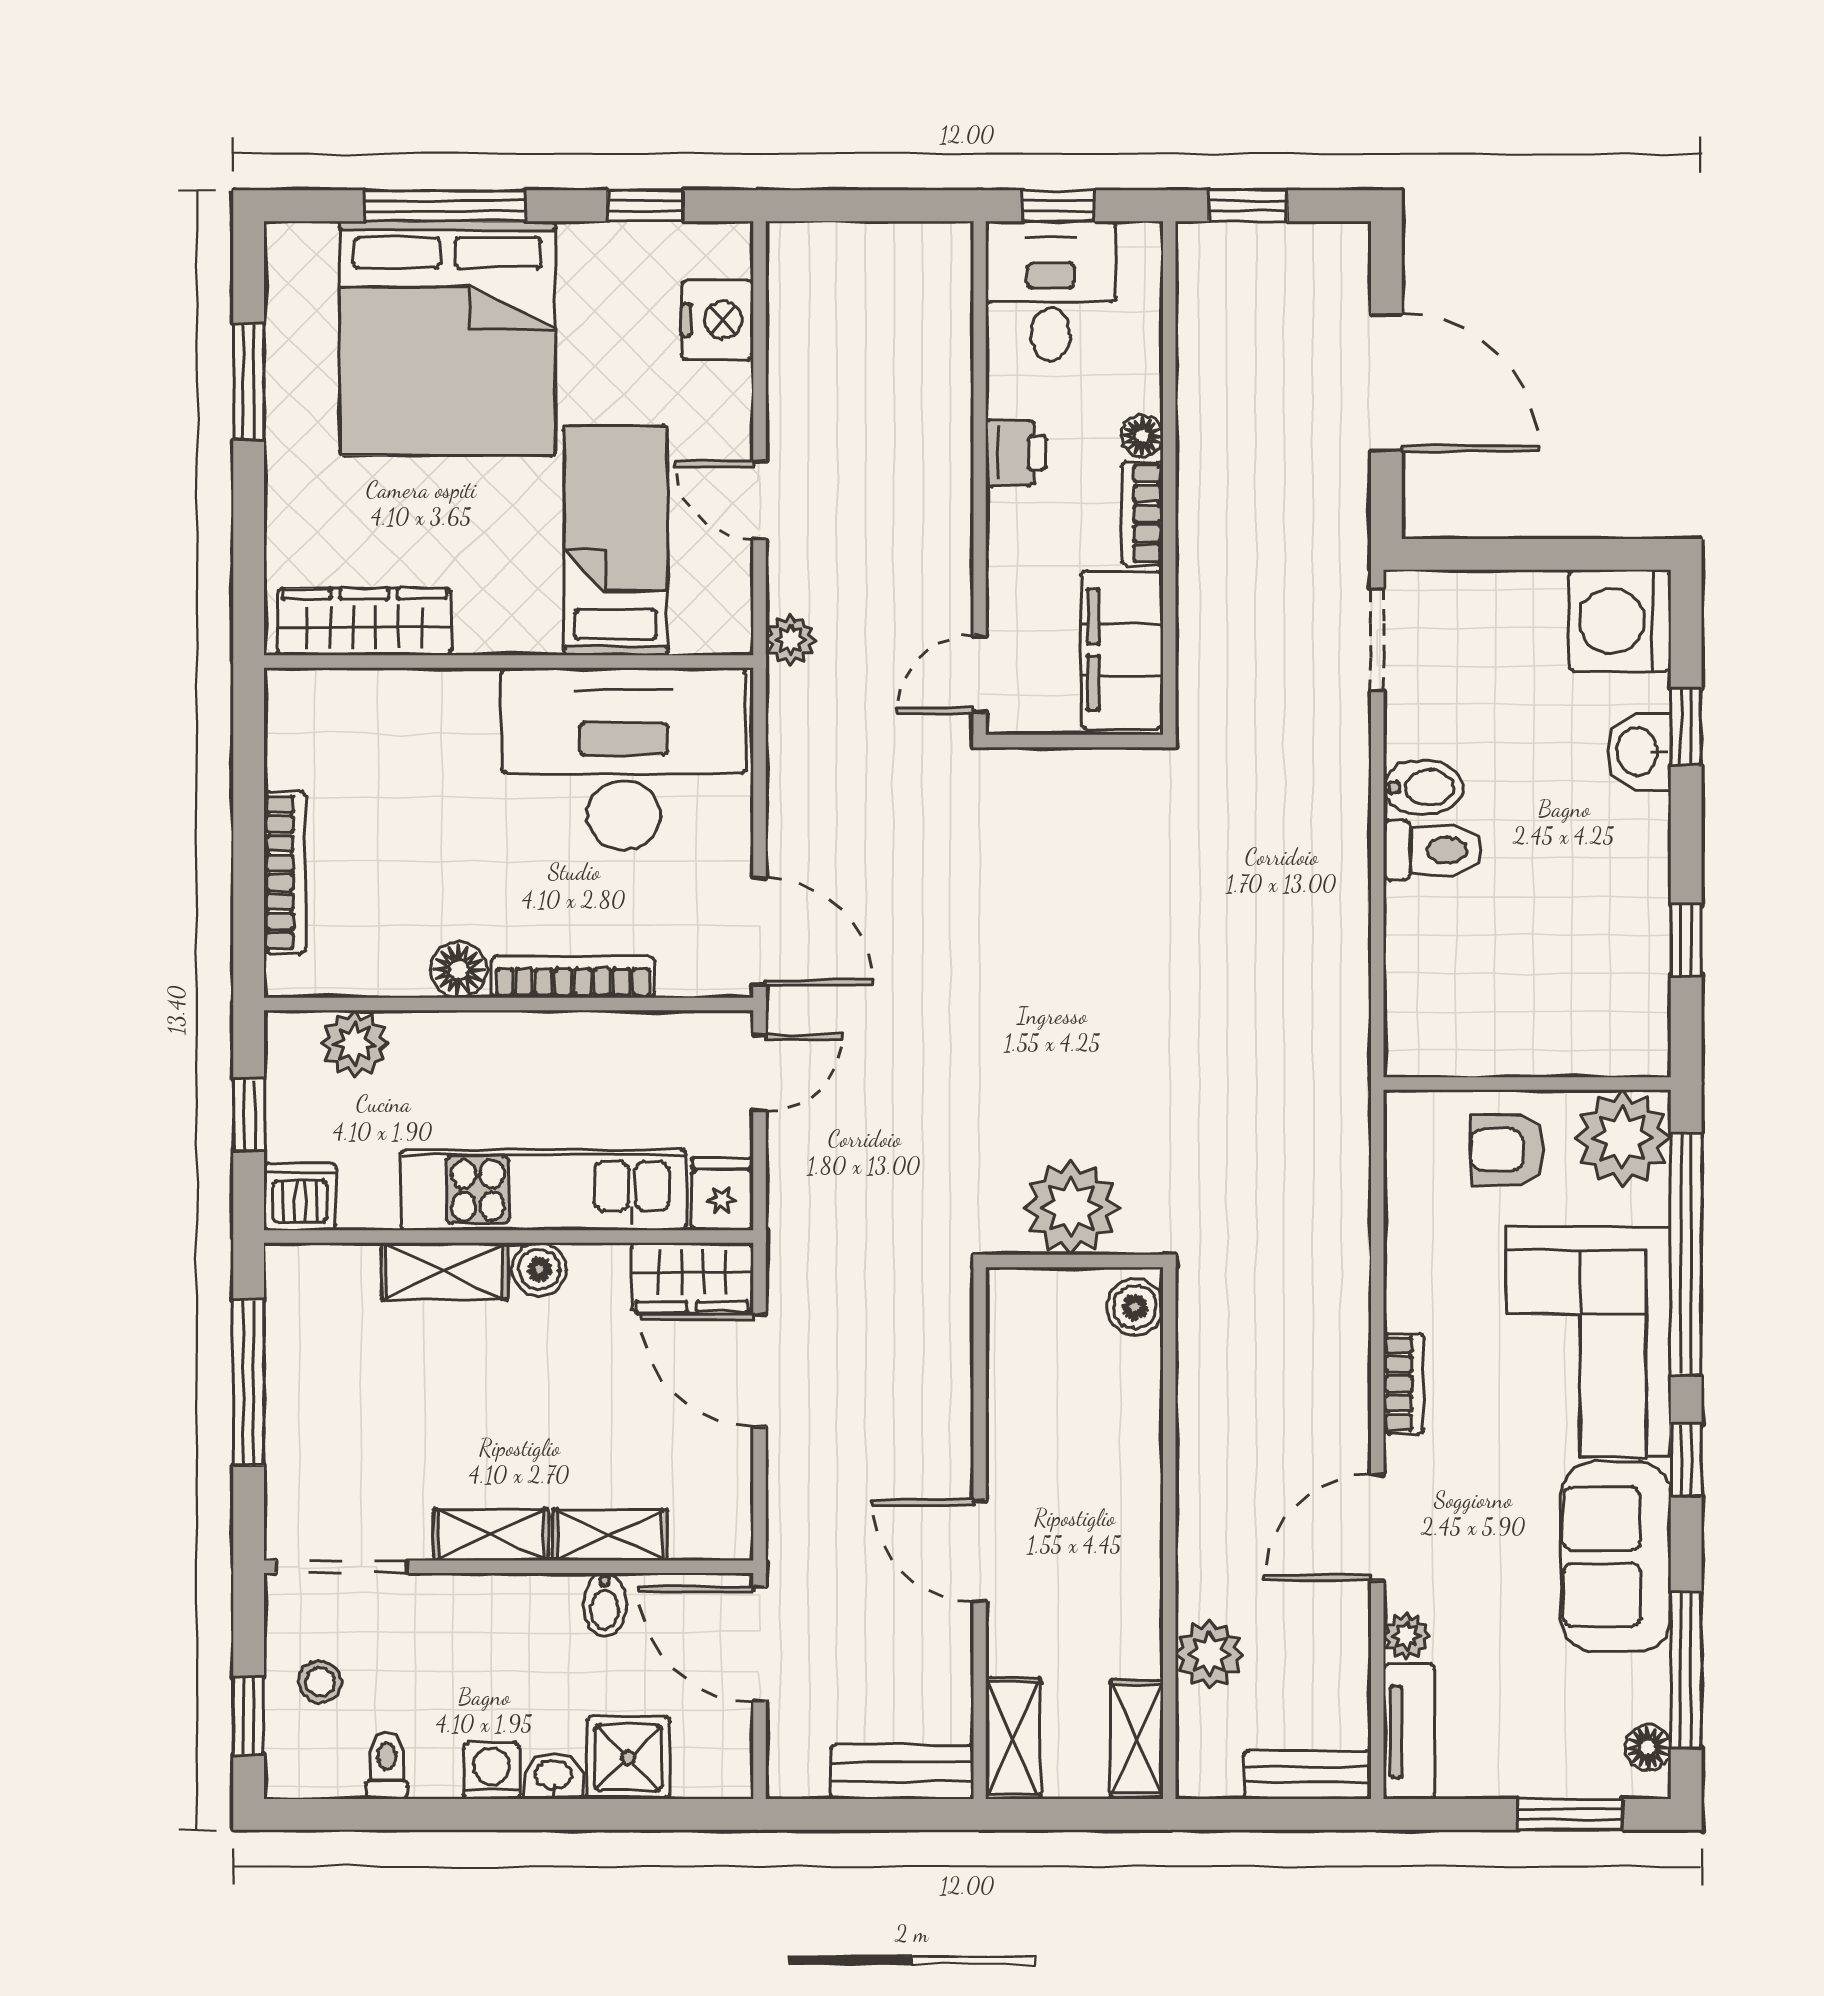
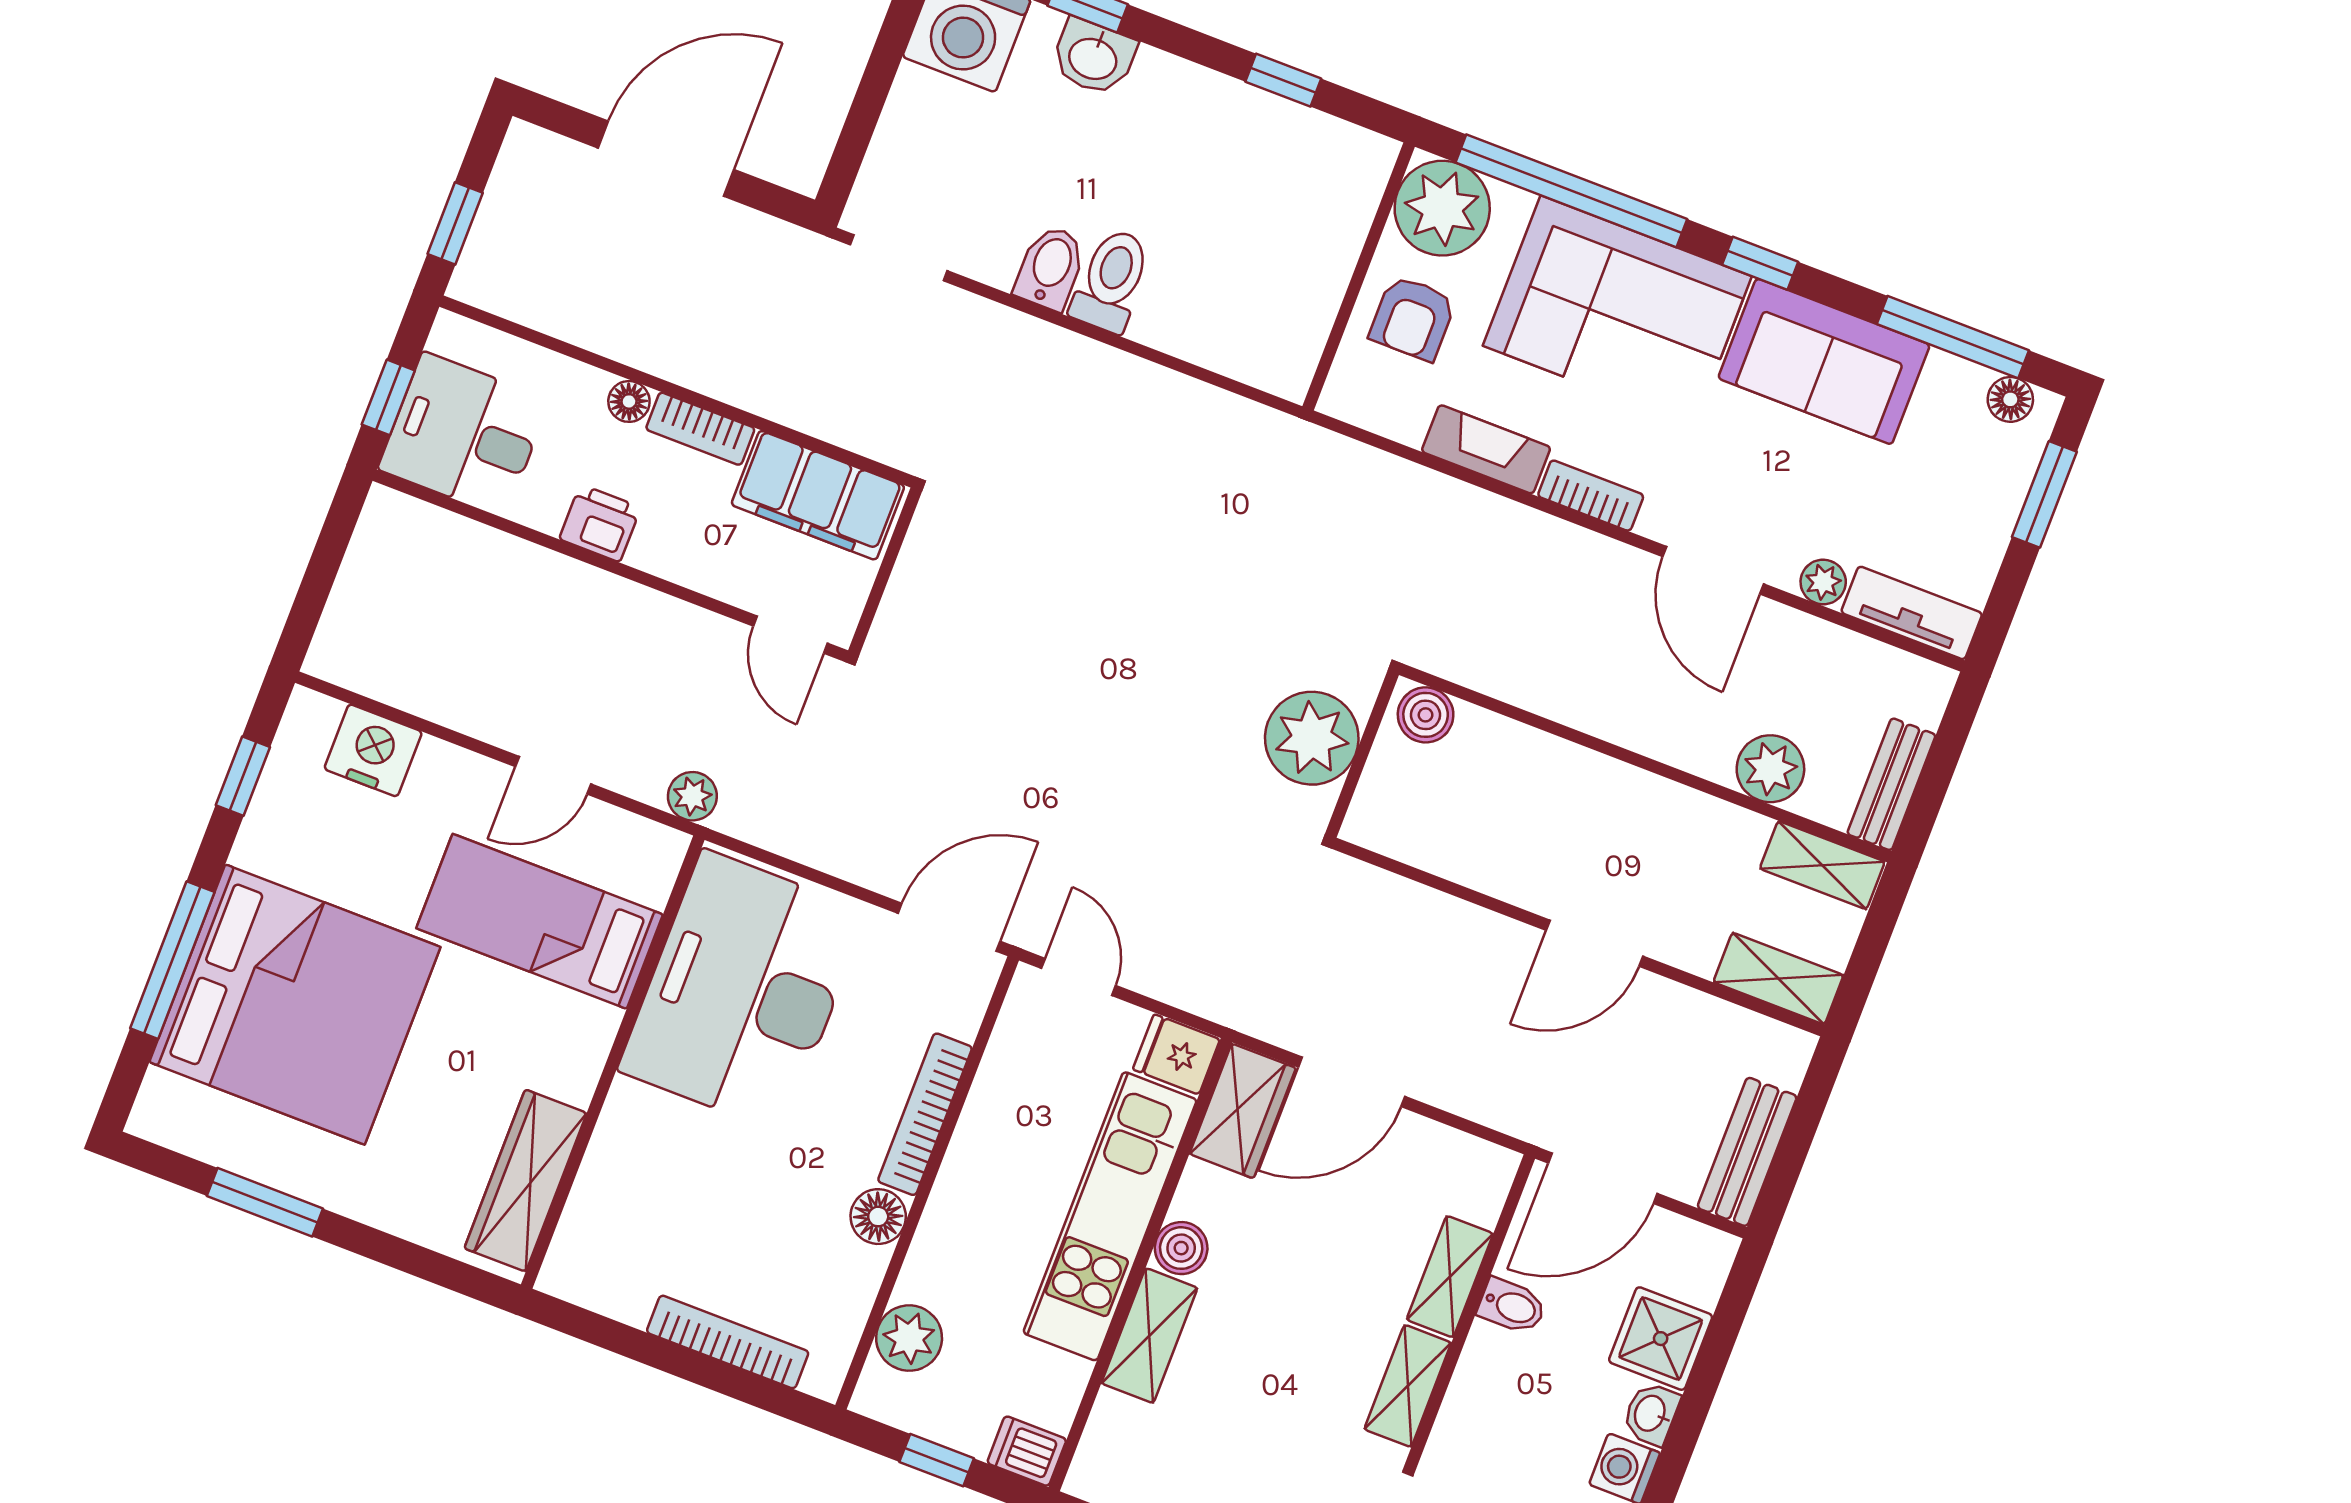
dishwasher: (300, 1197) -> (1027, 1451), width x0.73
fireplace: (1409, 1268) -> (1486, 449), added
bench: (902, 1772) -> (1747, 1152), moved
bench: (1308, 1775) -> (1891, 784), moved

